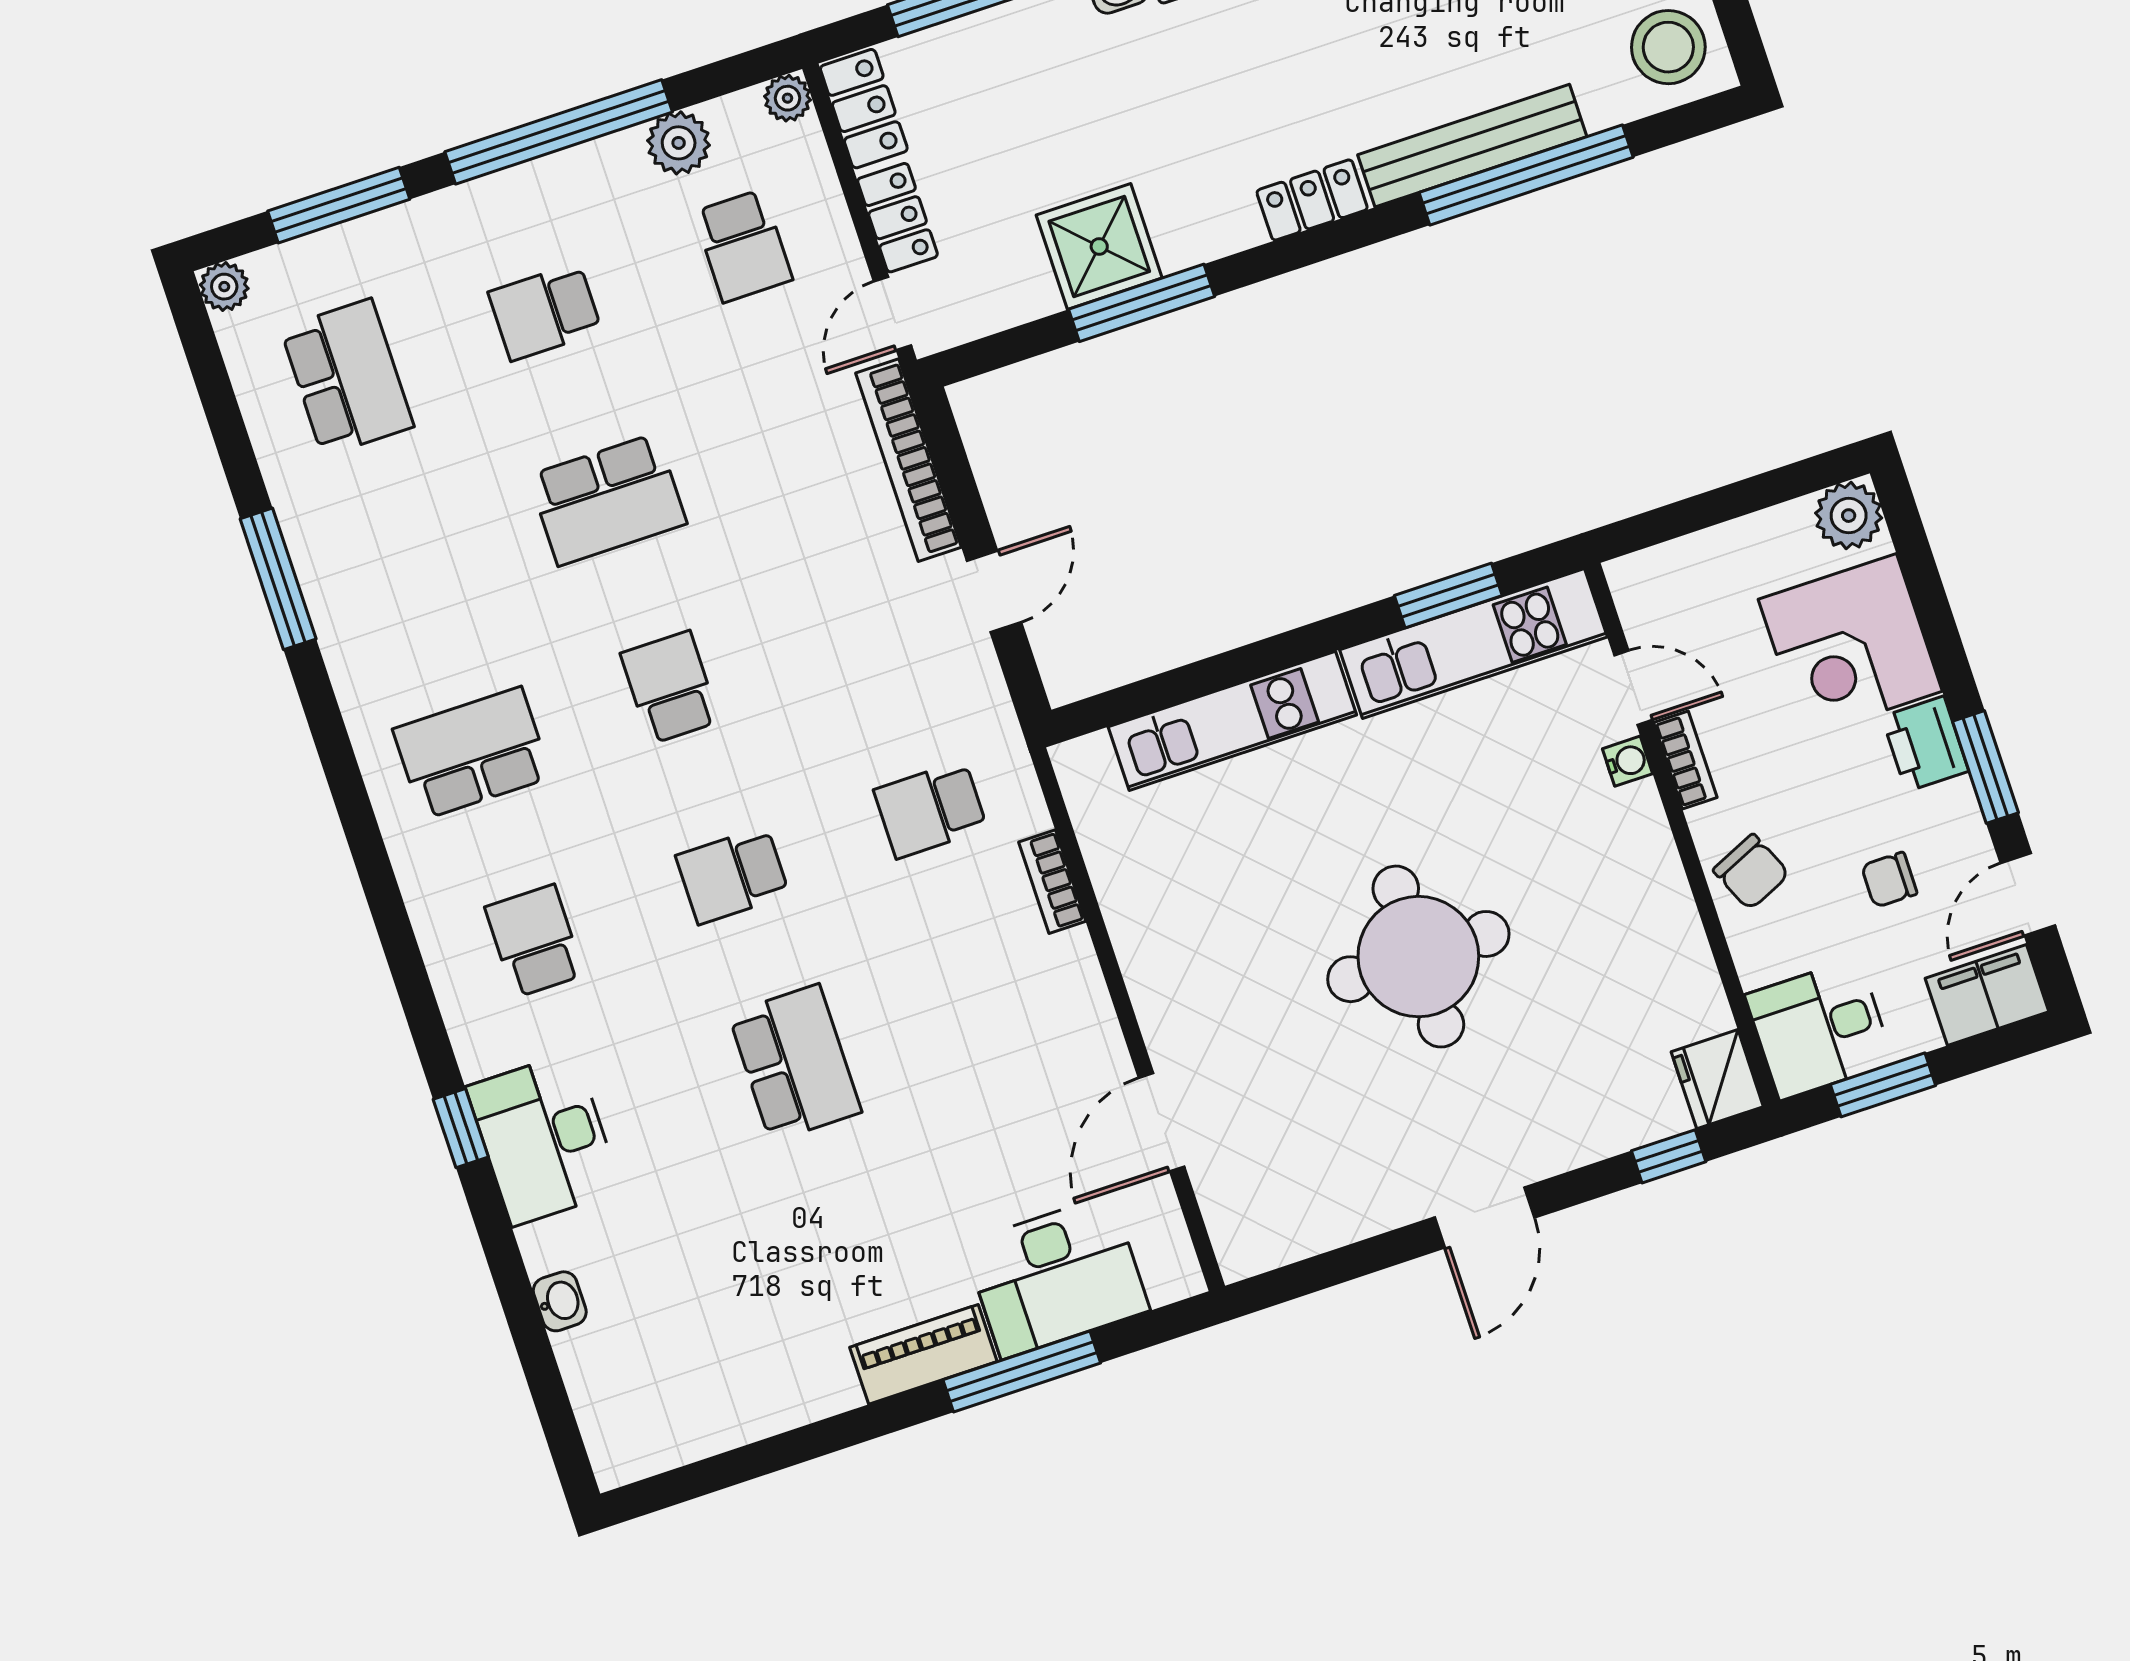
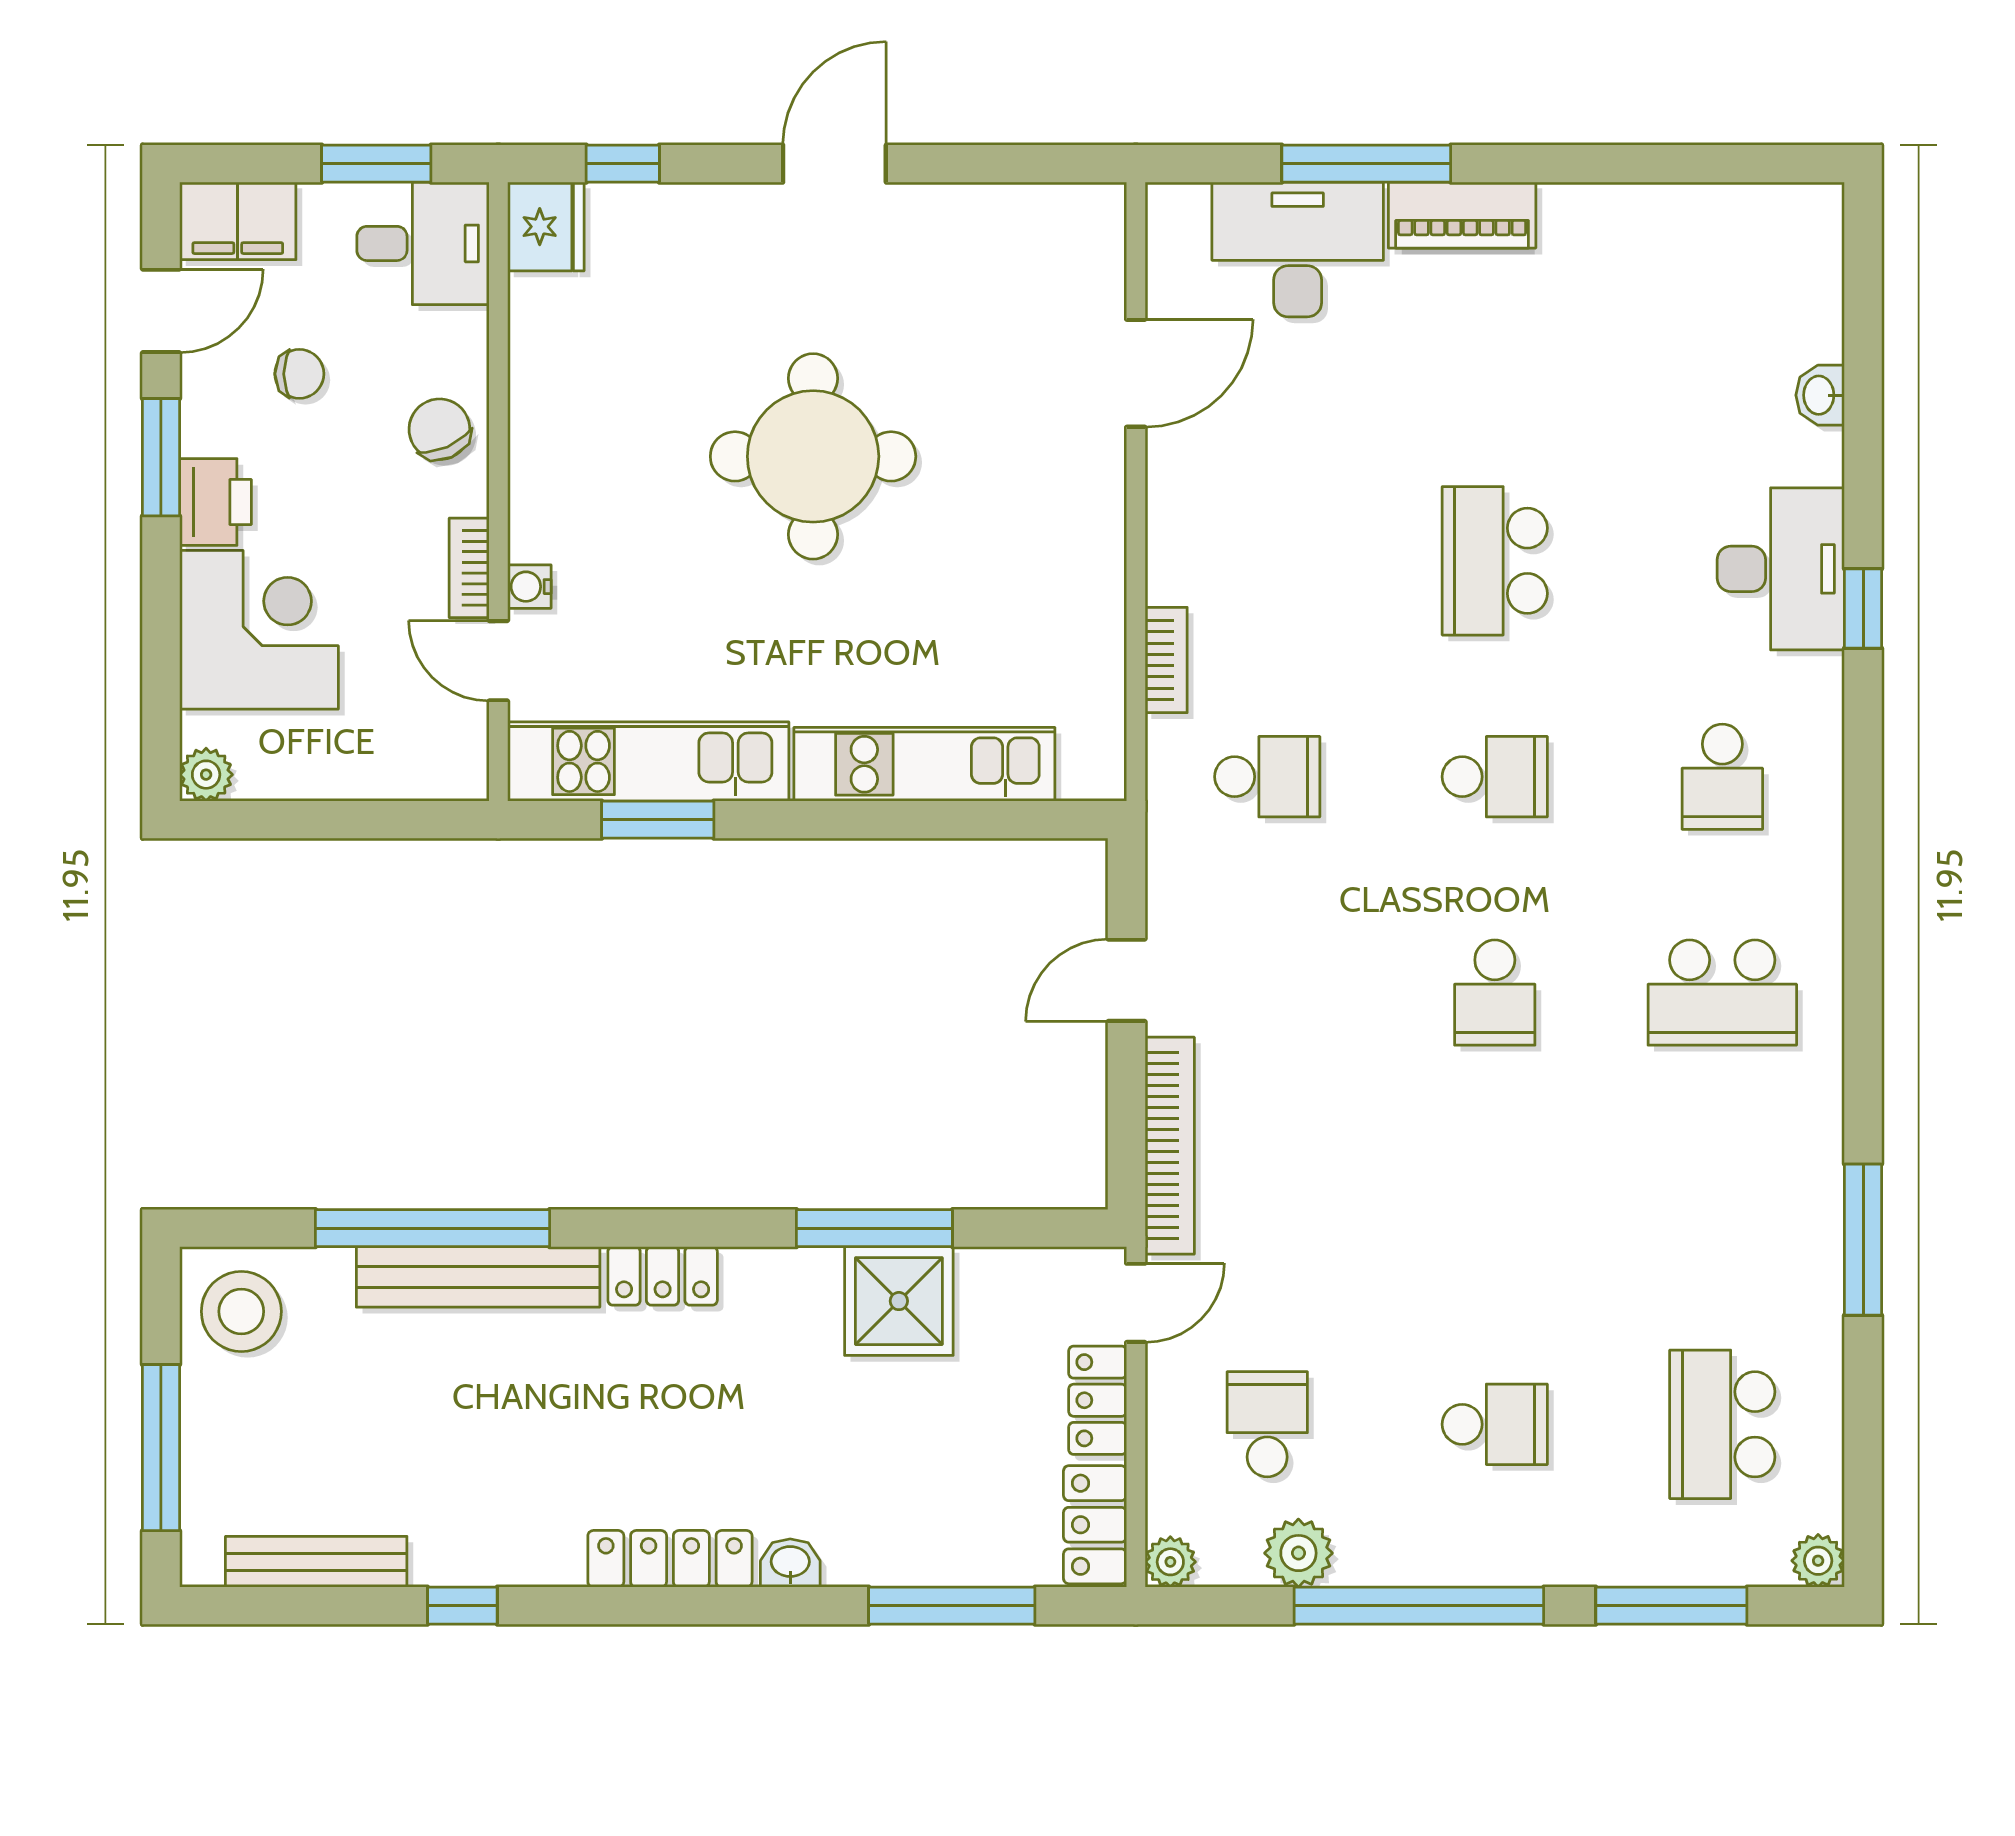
school desk: (608, 500) -> (1495, 1208), removed
plant: (1849, 516) -> (206, 775), width x0.73, depth x0.73

